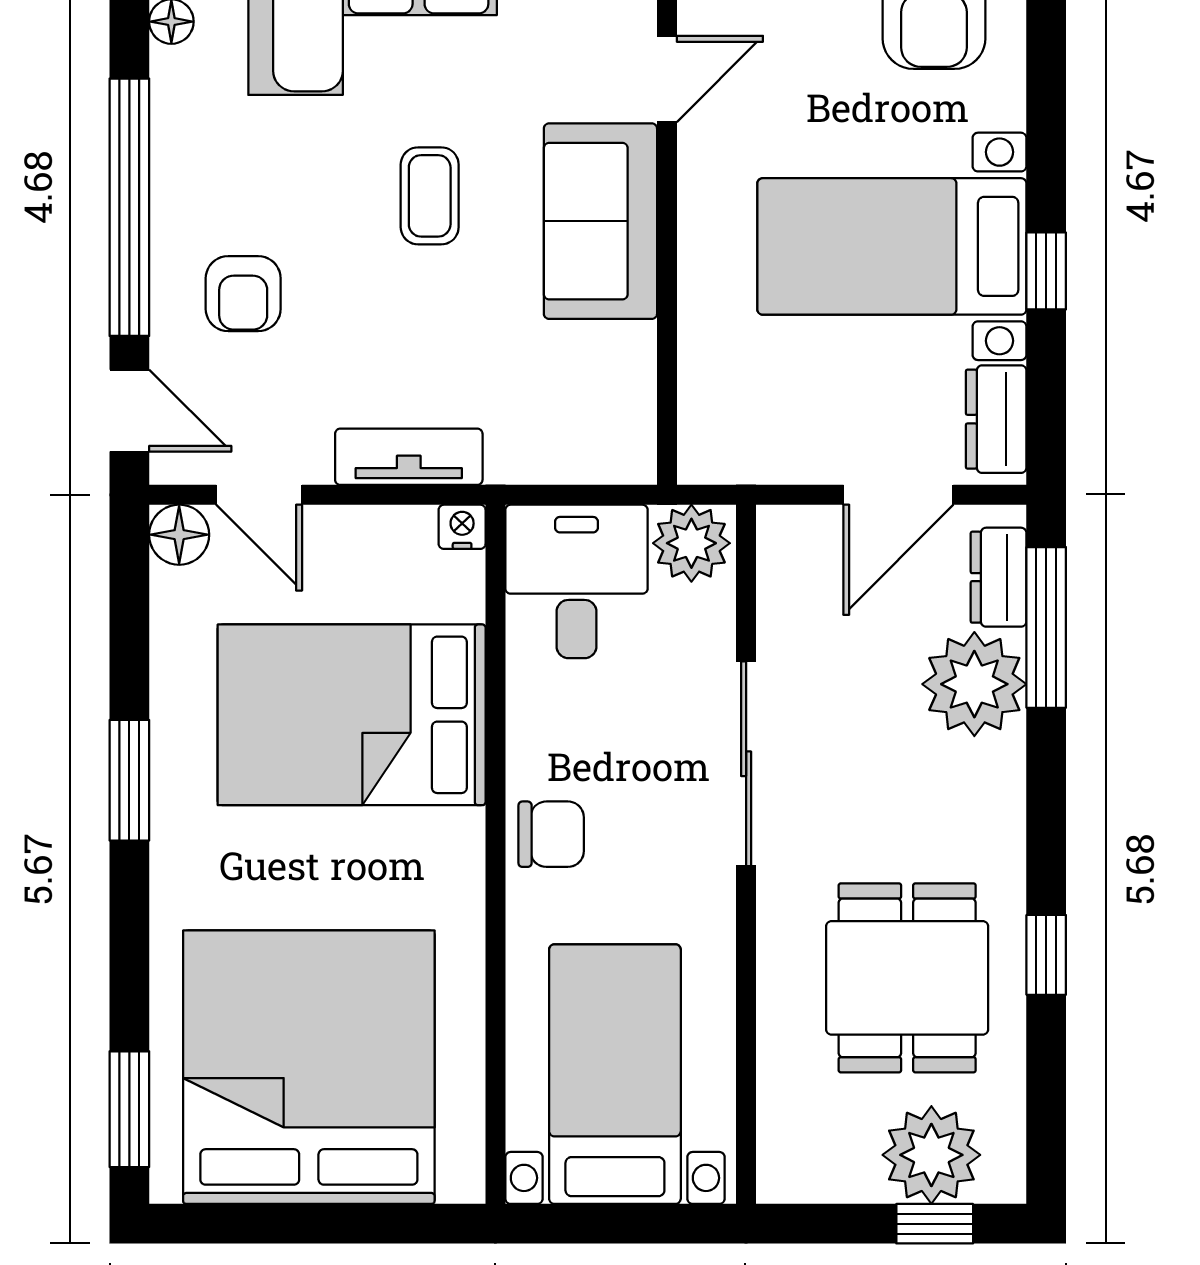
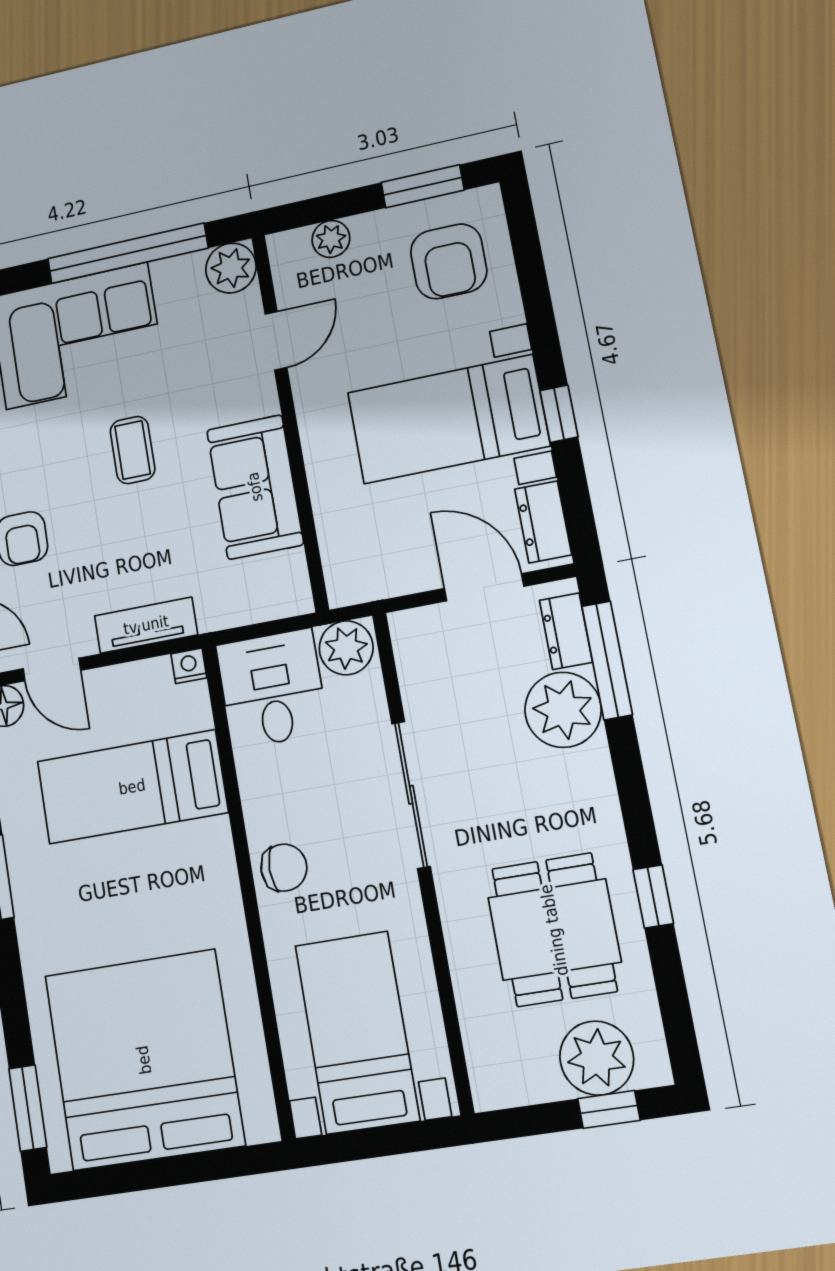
sofa: (600, 221) -> (255, 487), moved
door: (898, 495) -> (484, 587), swing flipped
bed: (352, 715) -> (132, 787), width x0.67

